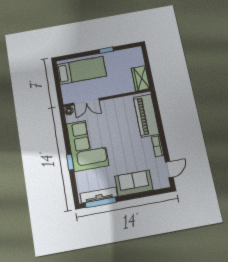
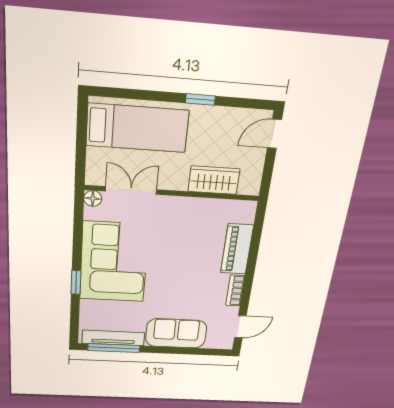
door: (146, 57) -> (274, 134), added
wardrobe: (141, 78) -> (214, 180), moved, turned 90
double door: (86, 102) -> (131, 190), swing flipped
piano: (146, 116) -> (237, 249), width x0.73, depth x0.75

